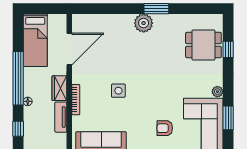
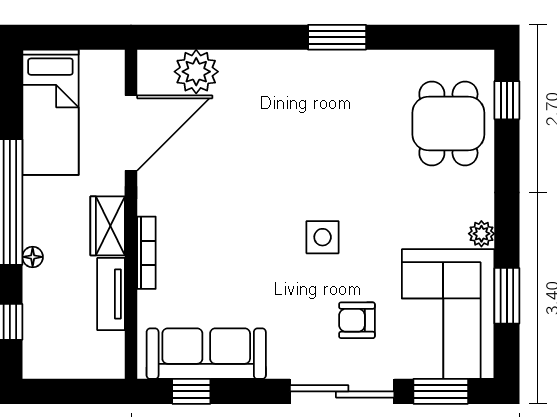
plant: (144, 23) -> (196, 72), moved
dining table: (203, 45) -> (448, 124), turned 90
window: (228, 49) -> (507, 100), moved
side table: (118, 91) -> (323, 237), moved

